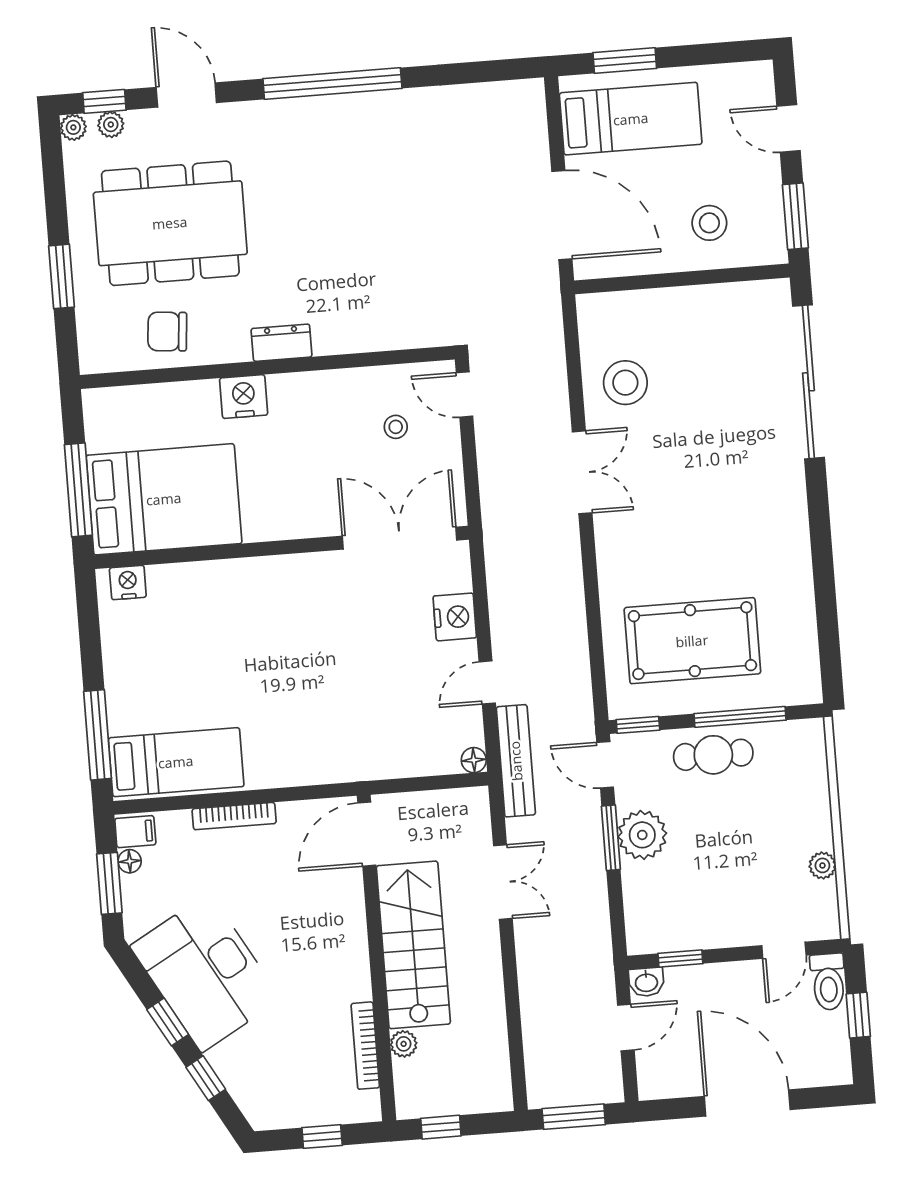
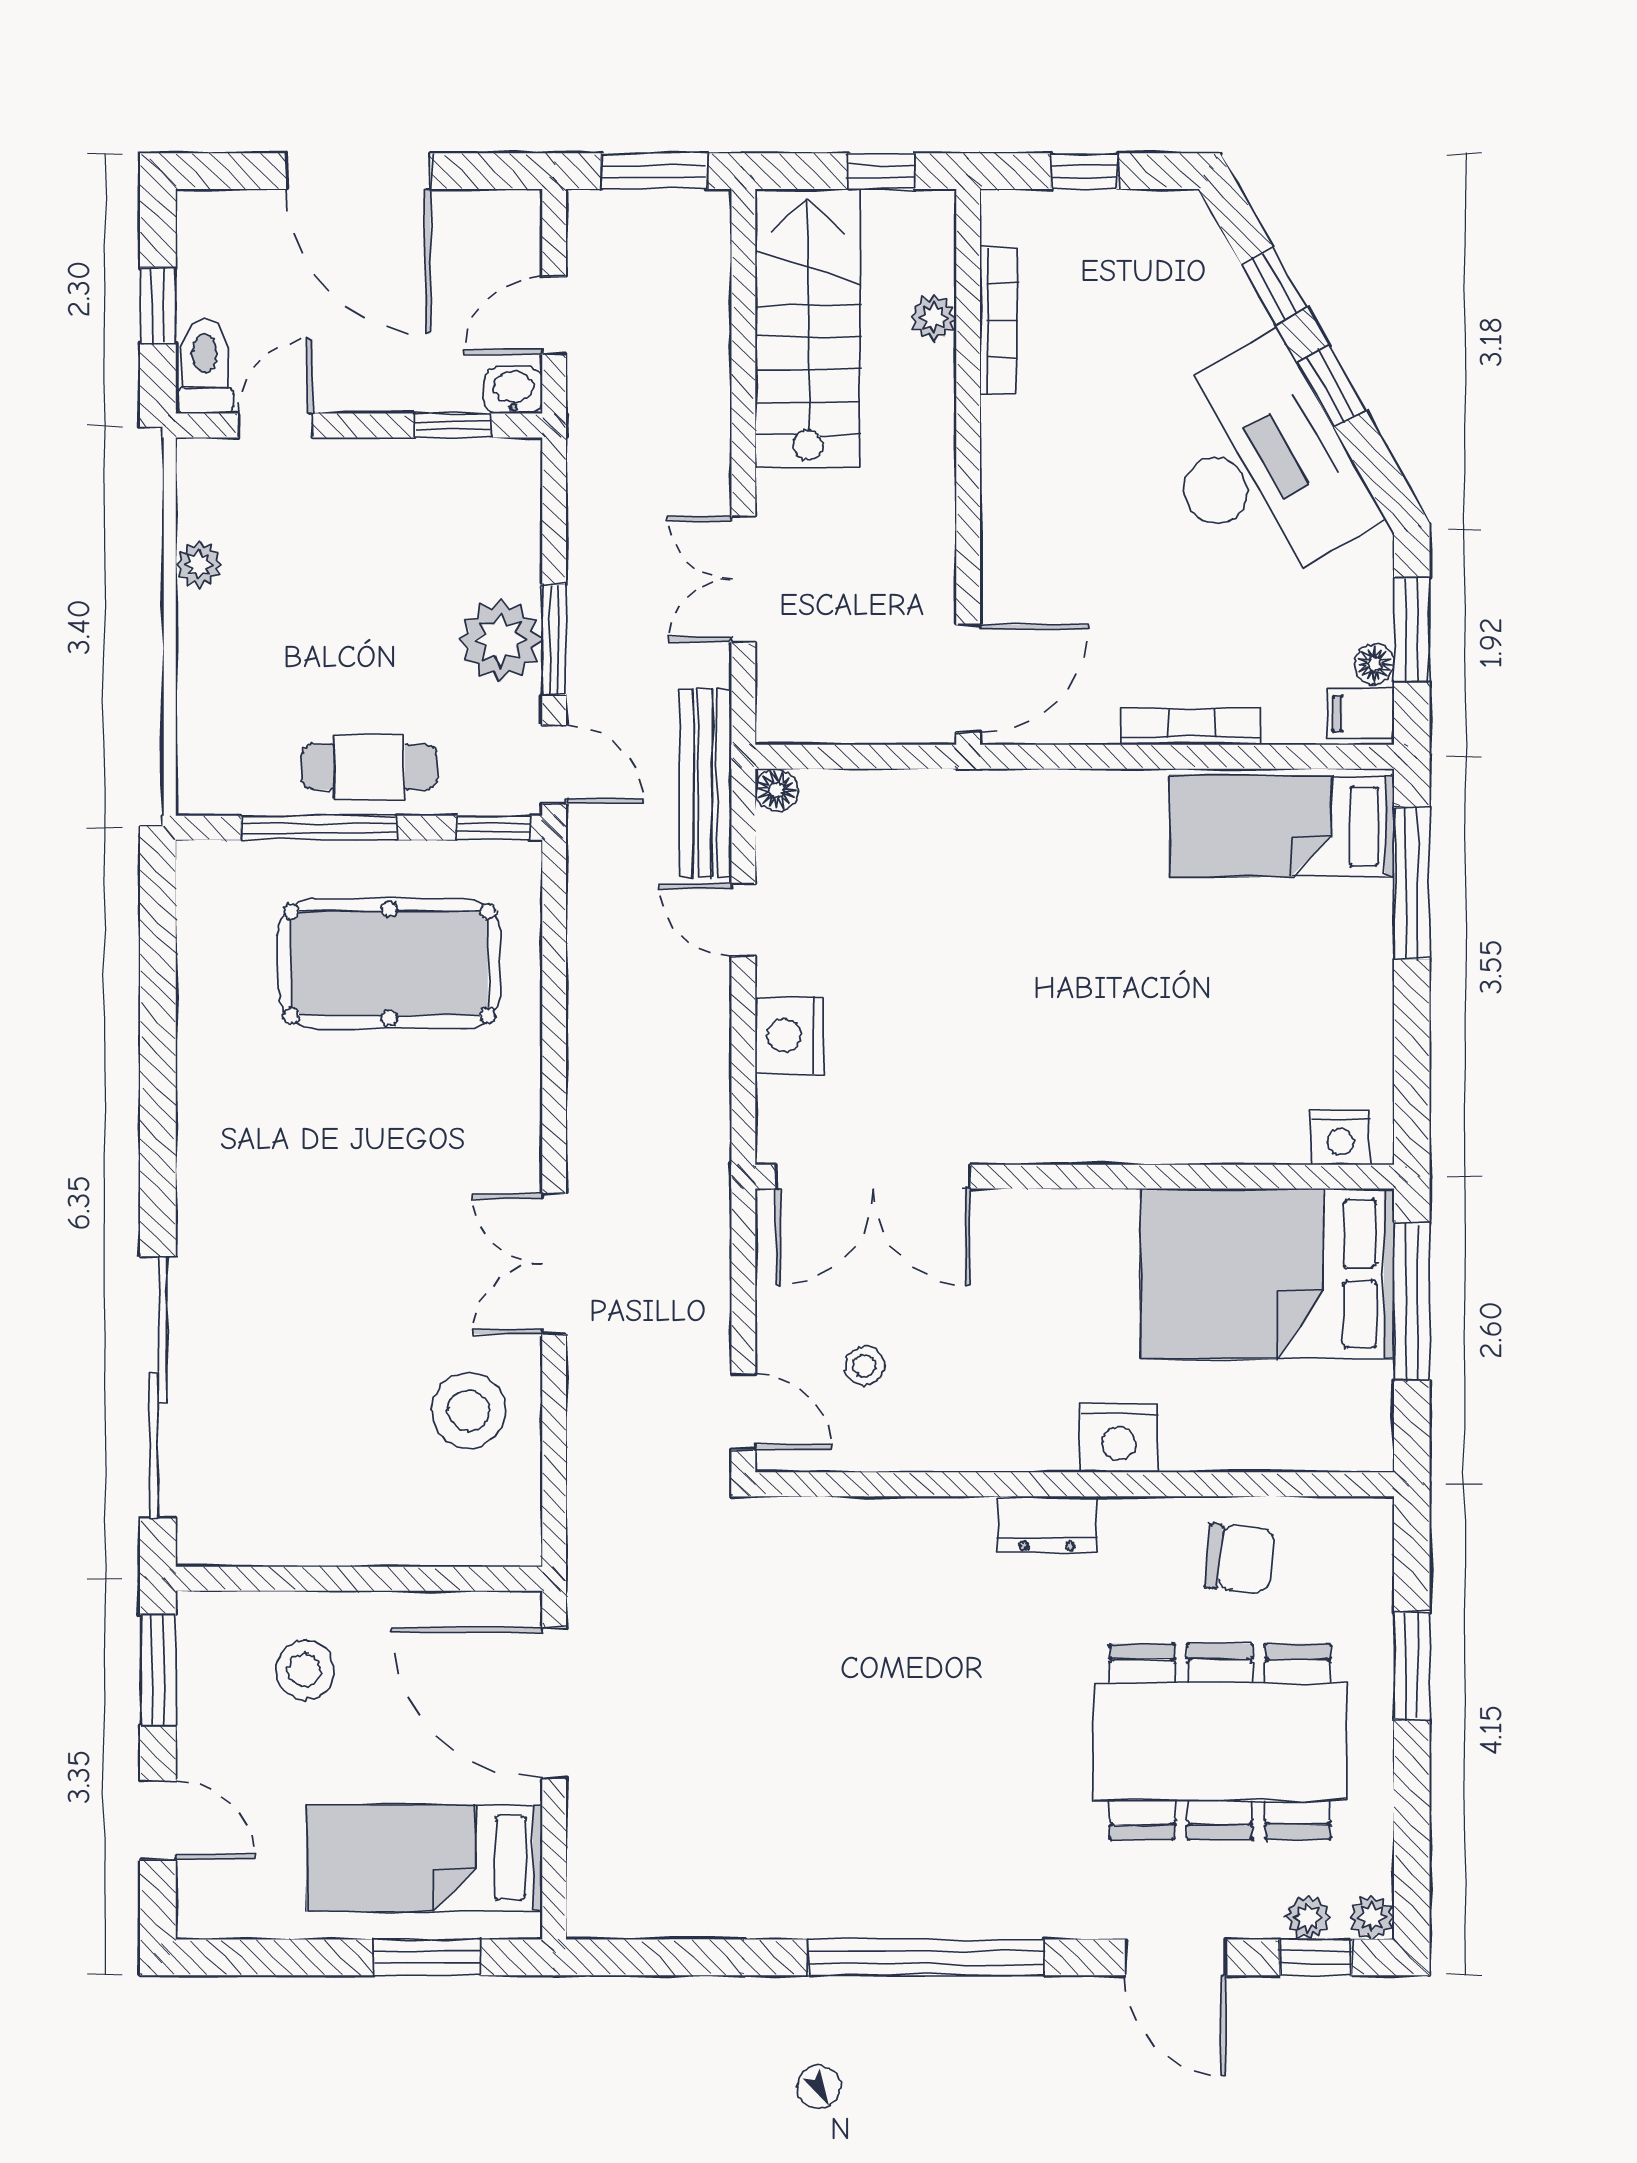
door: (487, 682) -> (743, 920), swing flipped
stairs: (413, 945) -> (808, 328), moved, turned 180

